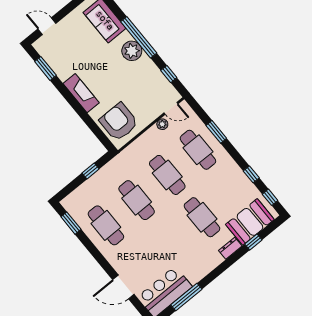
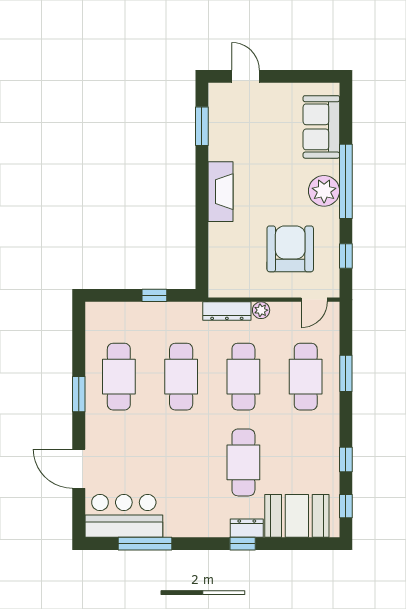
door: (171, 108) -> (314, 300), hinge flipped
armchair: (119, 122) -> (290, 249), moved
plant: (162, 124) -> (261, 310), moved
dresser: (133, 149) -> (227, 311), added
window: (71, 223) -> (79, 394), moved
window: (253, 242) -> (243, 544), moved

